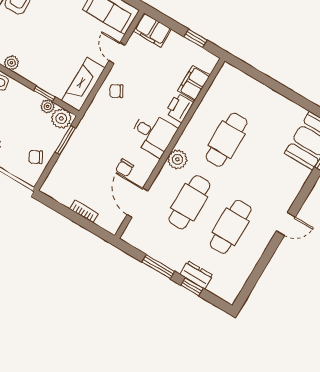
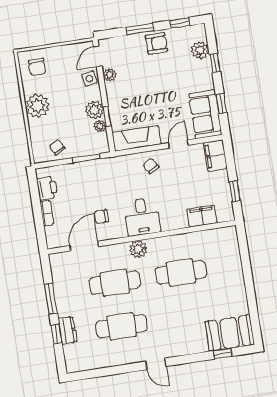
printer: (179, 108) -> (47, 188), moved, turned 90
plant: (61, 118) -> (94, 110), moved

